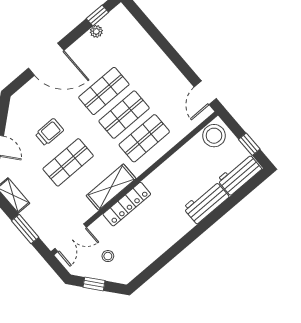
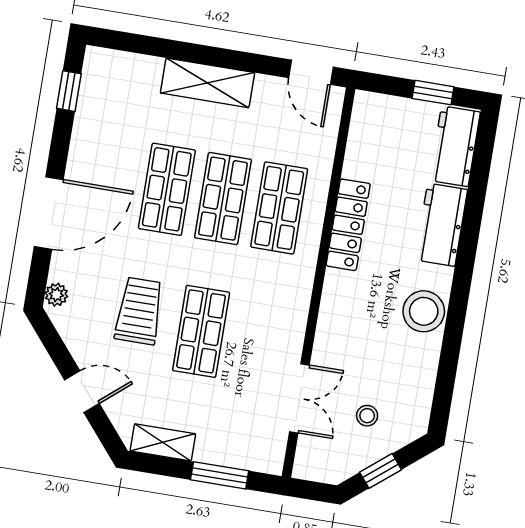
plant: (96, 31) -> (56, 295), moved
trolley: (49, 132) -> (139, 311), width x1.36, depth x1.39
stool: (214, 136) -> (424, 311), moved
shelving: (111, 187) -> (207, 83), moved, turned 90
locker: (127, 204) -> (348, 225), moved
double door: (71, 238) -> (299, 398), moved

